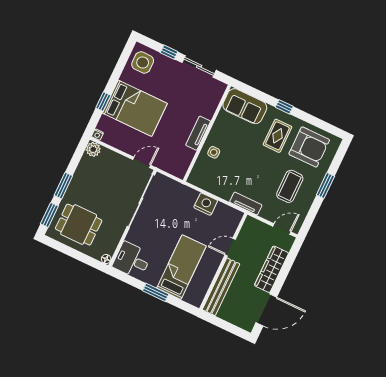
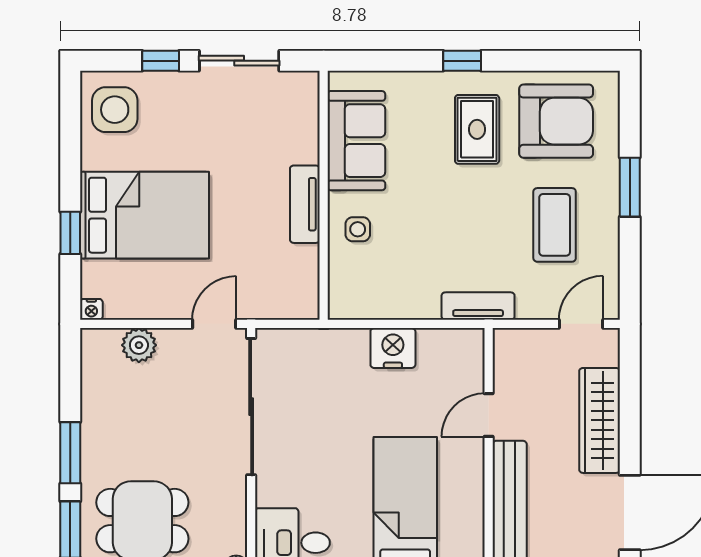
sofa: (245, 106) -> (356, 141), moved, turned -90
plant: (93, 149) -> (139, 345), moved

